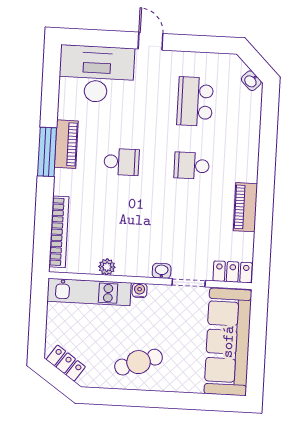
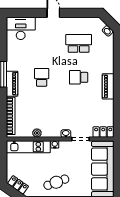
desk: (96, 74) -> (21, 28), width x0.73, depth x0.77
school desk: (195, 102) -> (79, 43), turned 90
piano: (66, 144) -> (12, 84), moved
school desk: (121, 162) -> (42, 77), turned -90
piano: (245, 207) -> (108, 86), moved

